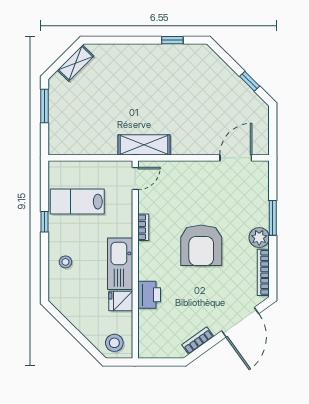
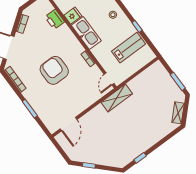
plant: (259, 238) -> (29, 94), removed
printer: (149, 295) -> (55, 19), moved

